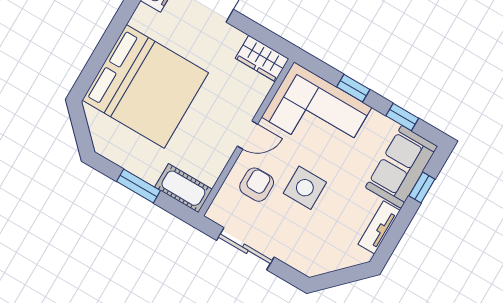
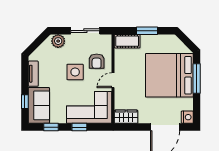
window: (101, 53) -> (197, 79), added
plant: (303, 258) -> (58, 41), added

